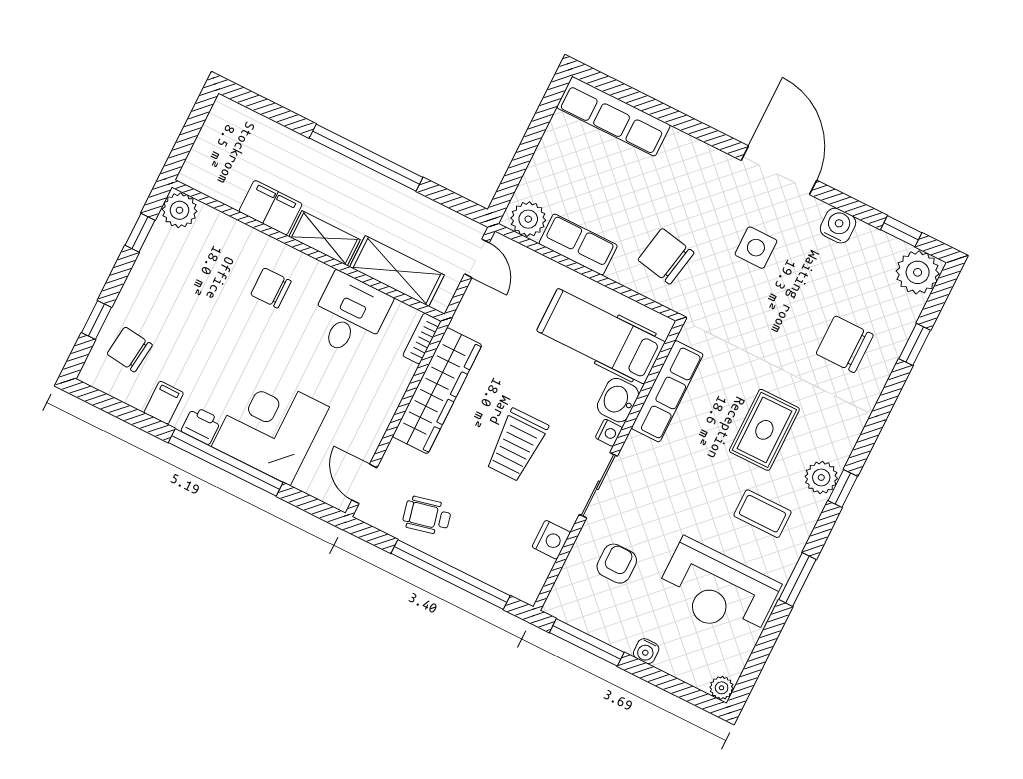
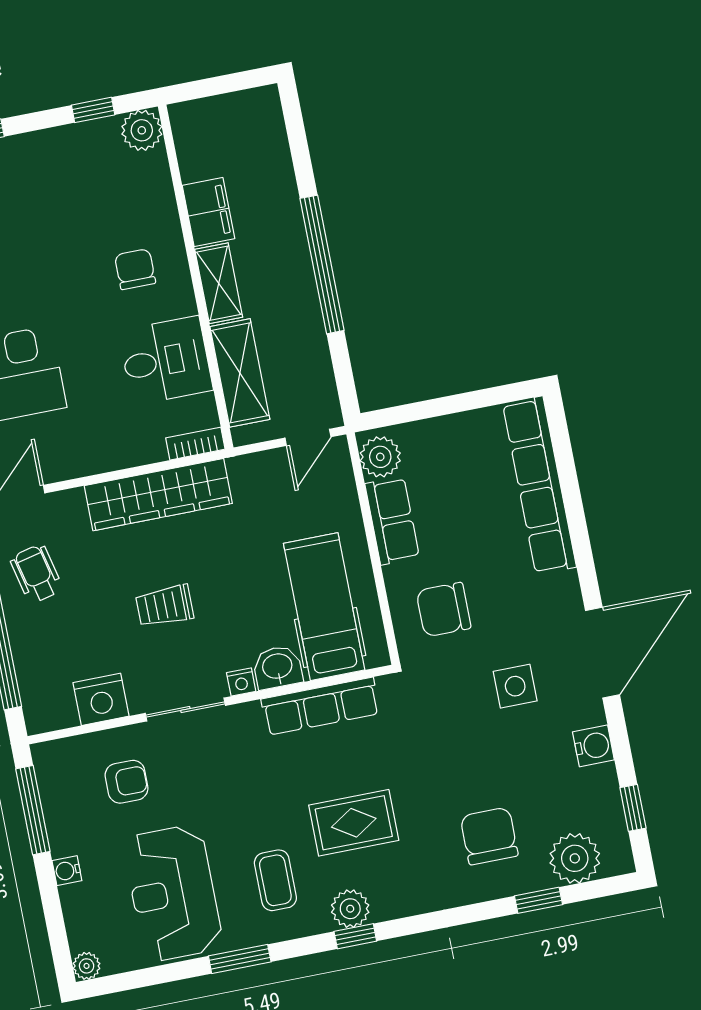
row of seats: (613, 116) -> (539, 485), width x1.36
chair: (666, 256) -> (444, 610), turned -101
plant: (918, 272) -> (575, 858), moved
trolley: (517, 445) -> (165, 606), width x0.73, depth x0.72
nightstand: (551, 540) -> (101, 699), width x1.36, depth x1.33

